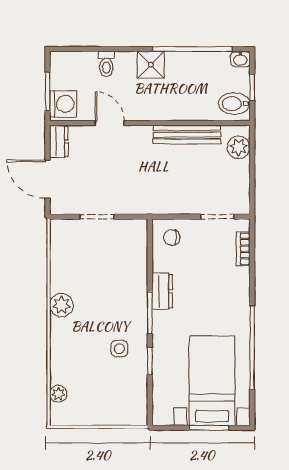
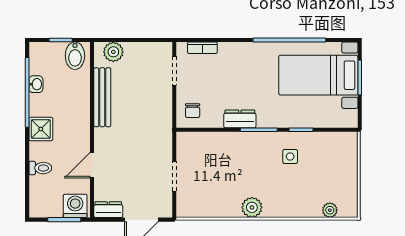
washbasin: (240, 59) -> (36, 84), moved

